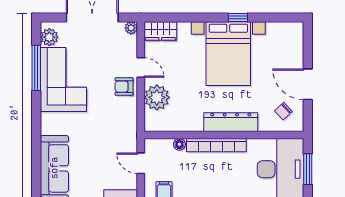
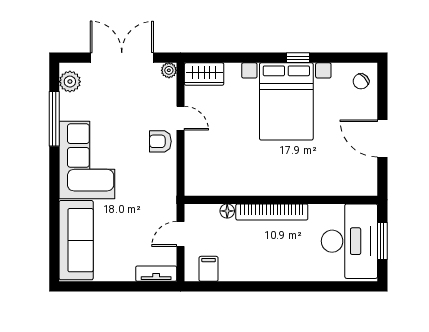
corner sofa: (63, 79) -> (87, 160), moved
plant: (157, 97) -> (200, 154), removed
chair: (283, 111) -> (361, 81), moved
dresser: (231, 122) -> (289, 184), removed
door: (141, 163) -> (181, 234), hinge flipped

